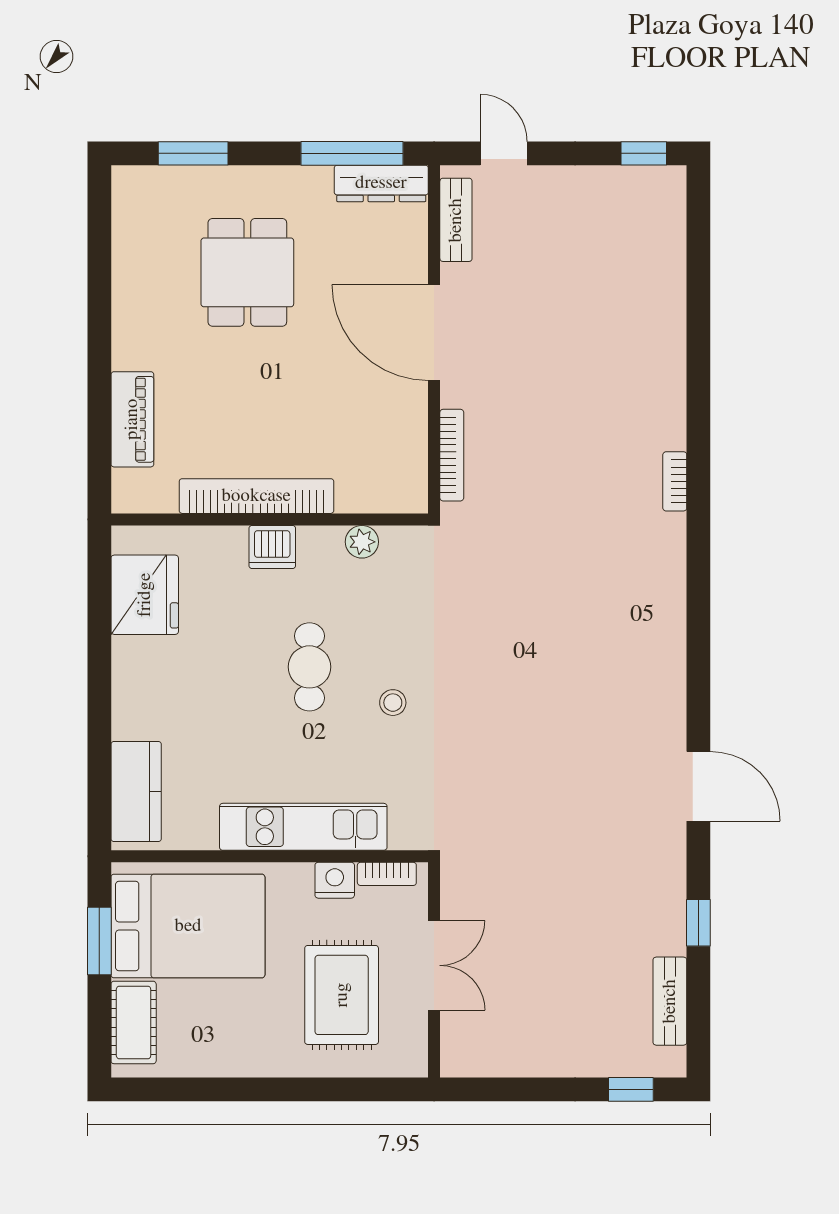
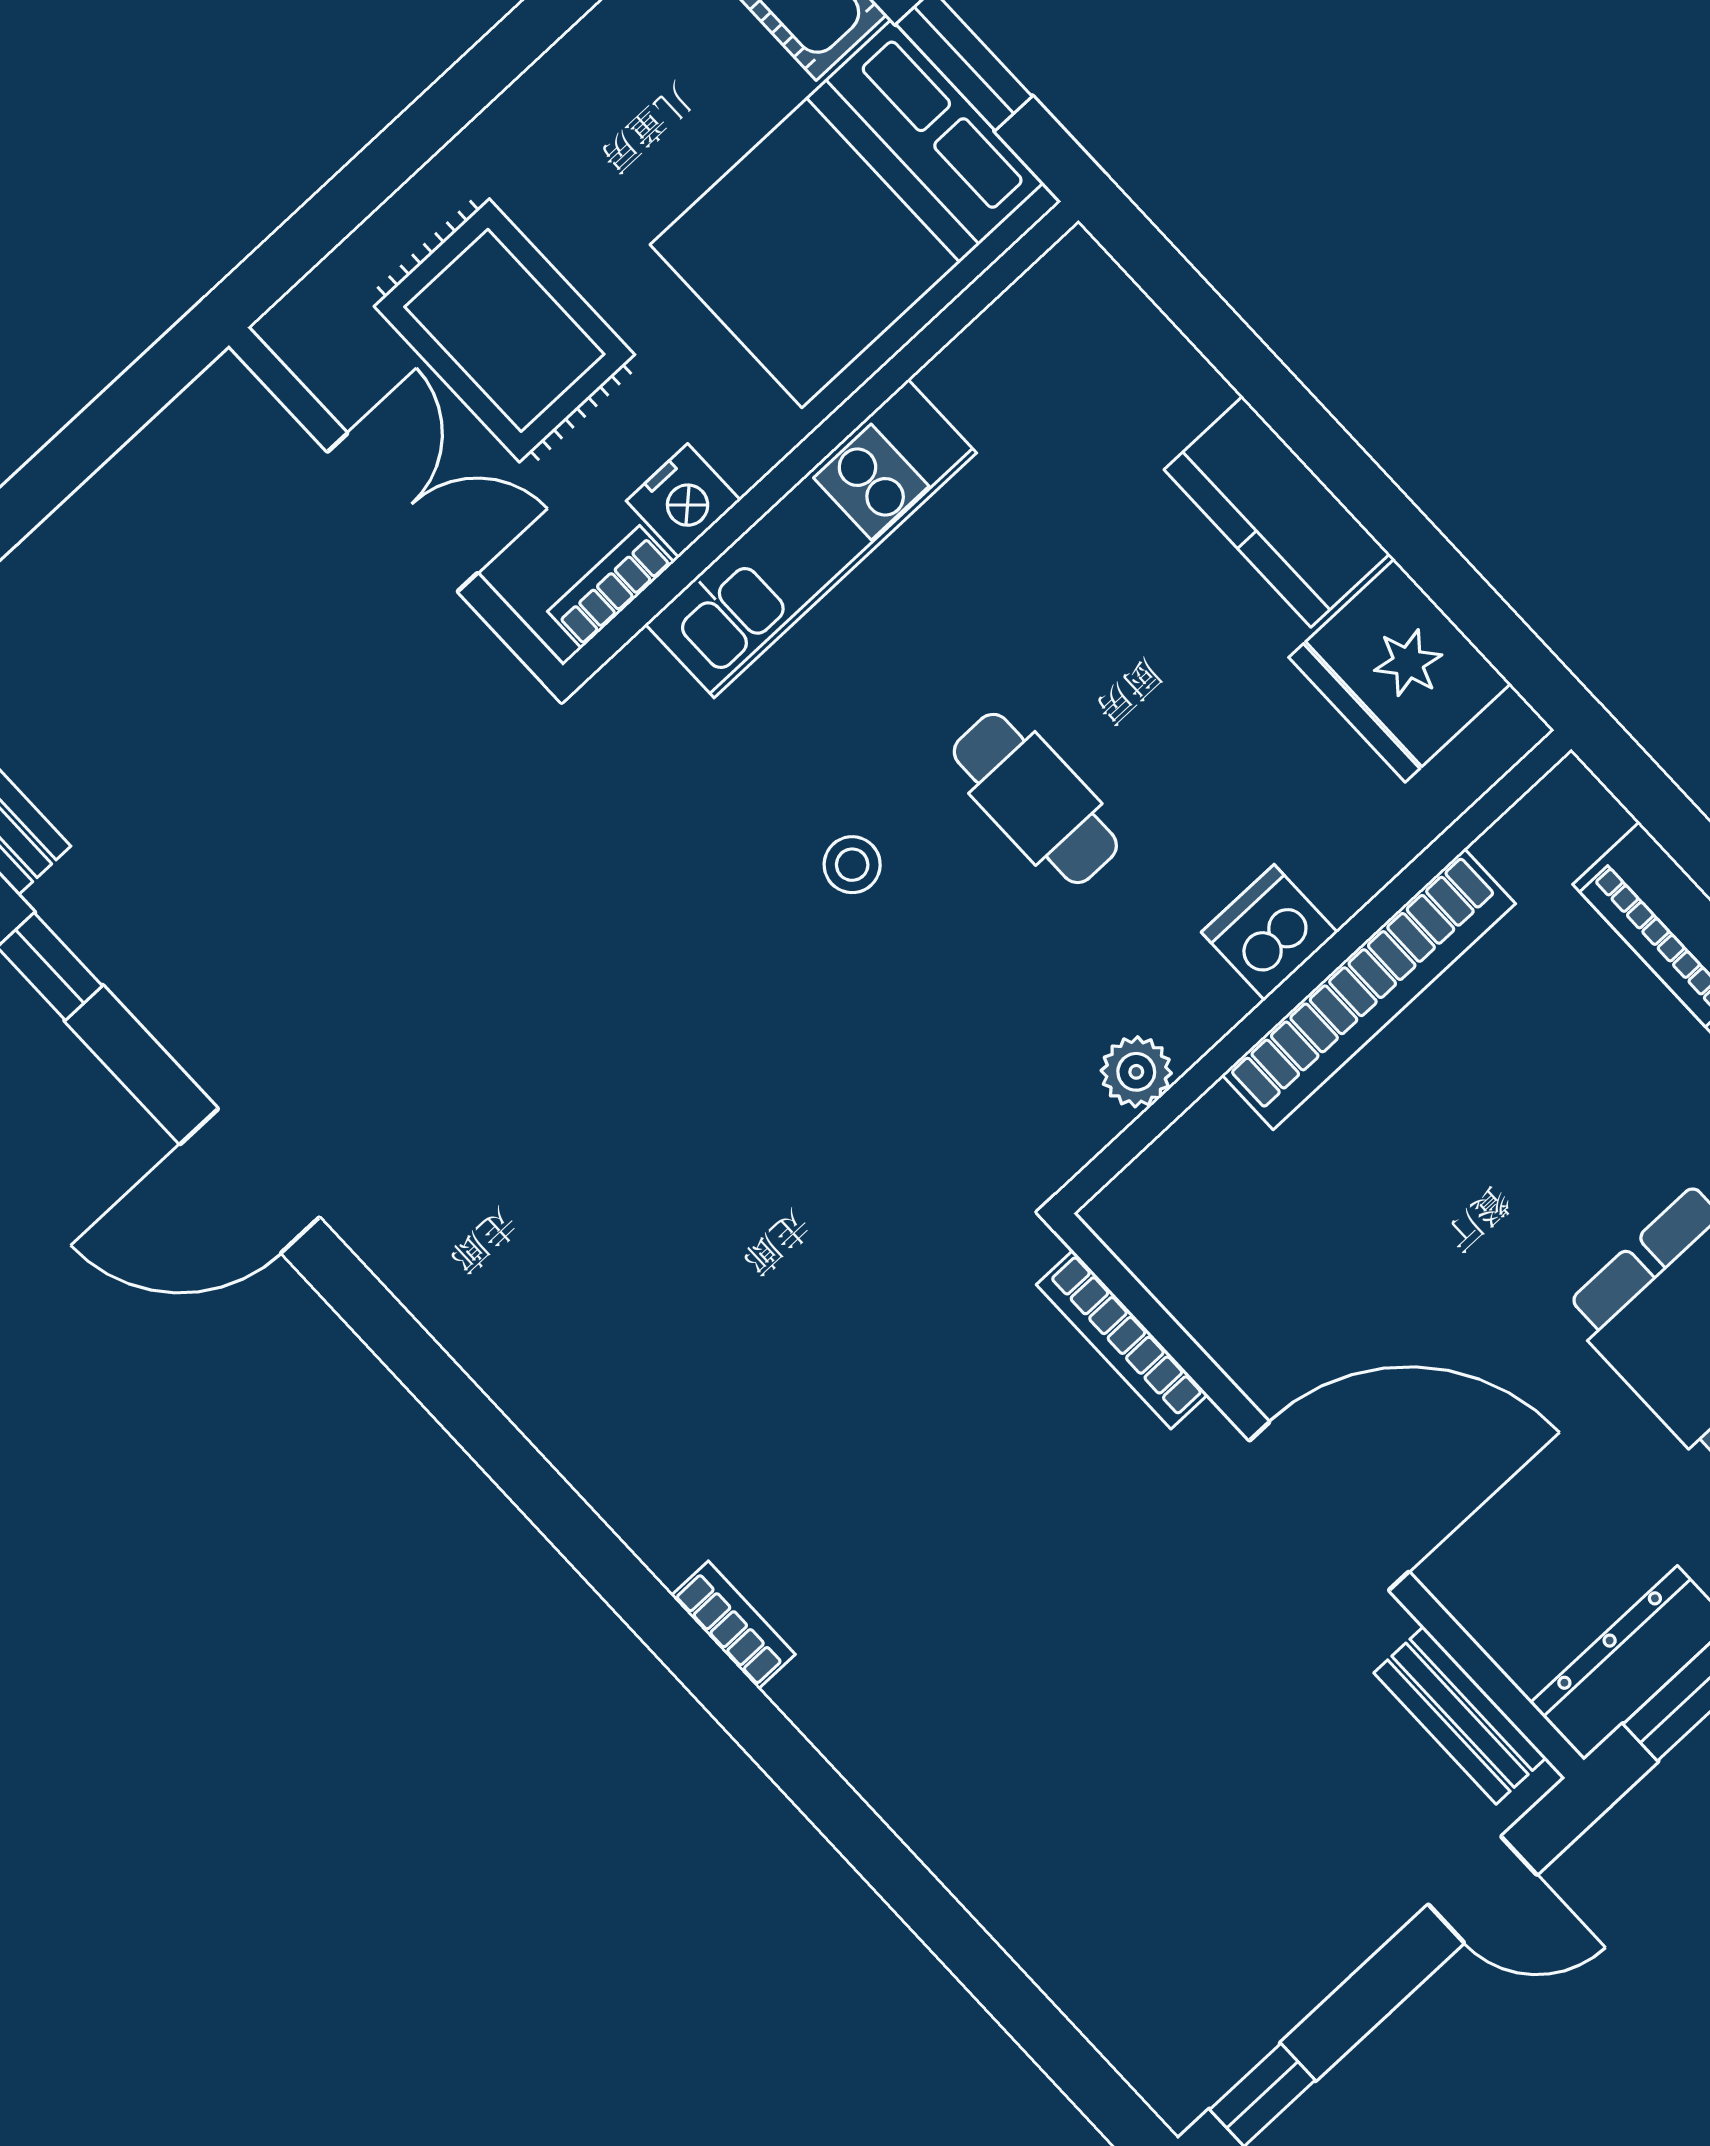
kitchen counter: (136, 791) -> (1277, 512), moved
double door: (434, 965) -> (403, 512), swing flipped

